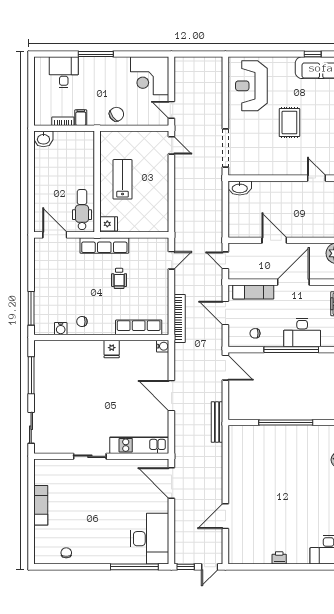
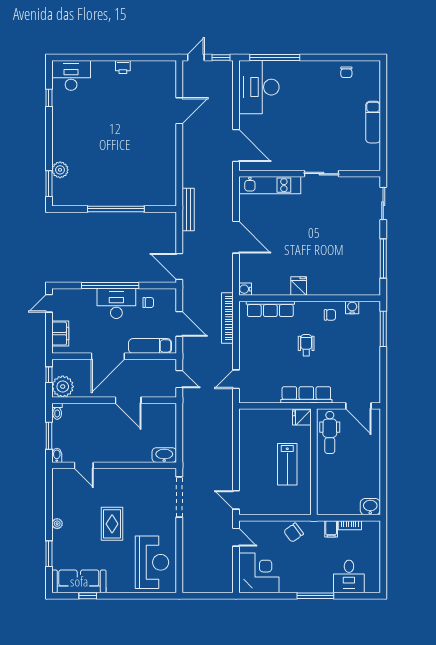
wheelchair: (119, 278) -> (306, 345), moved
desk: (302, 332) -> (116, 303), moved

